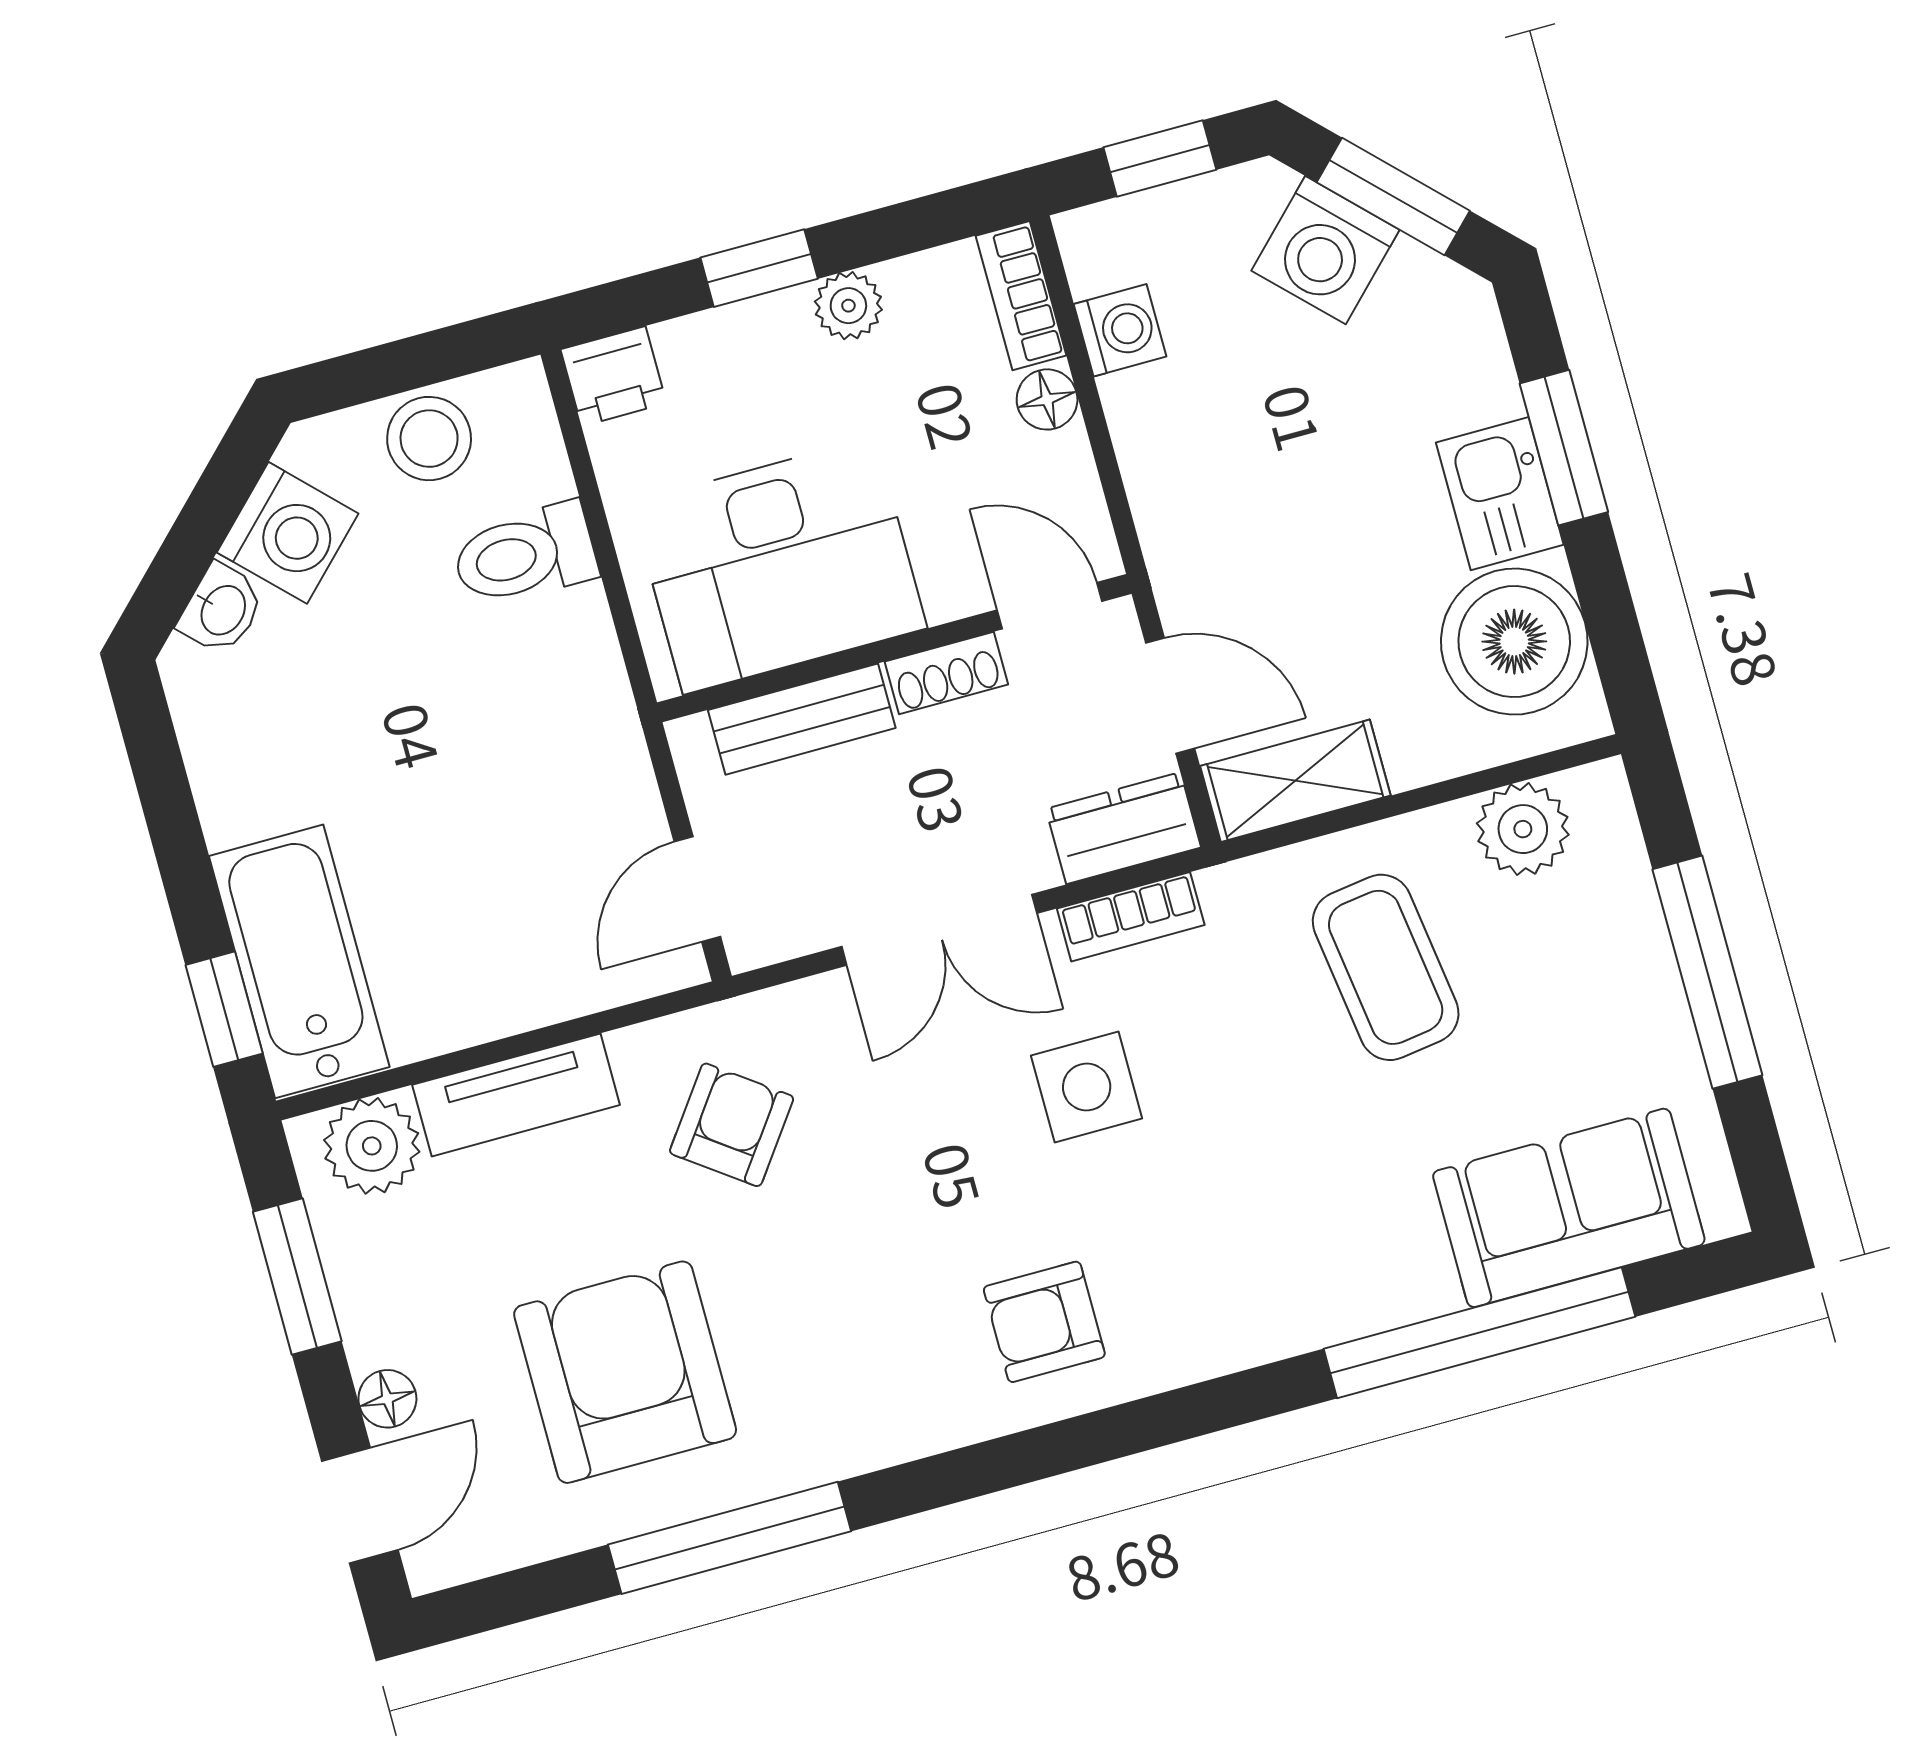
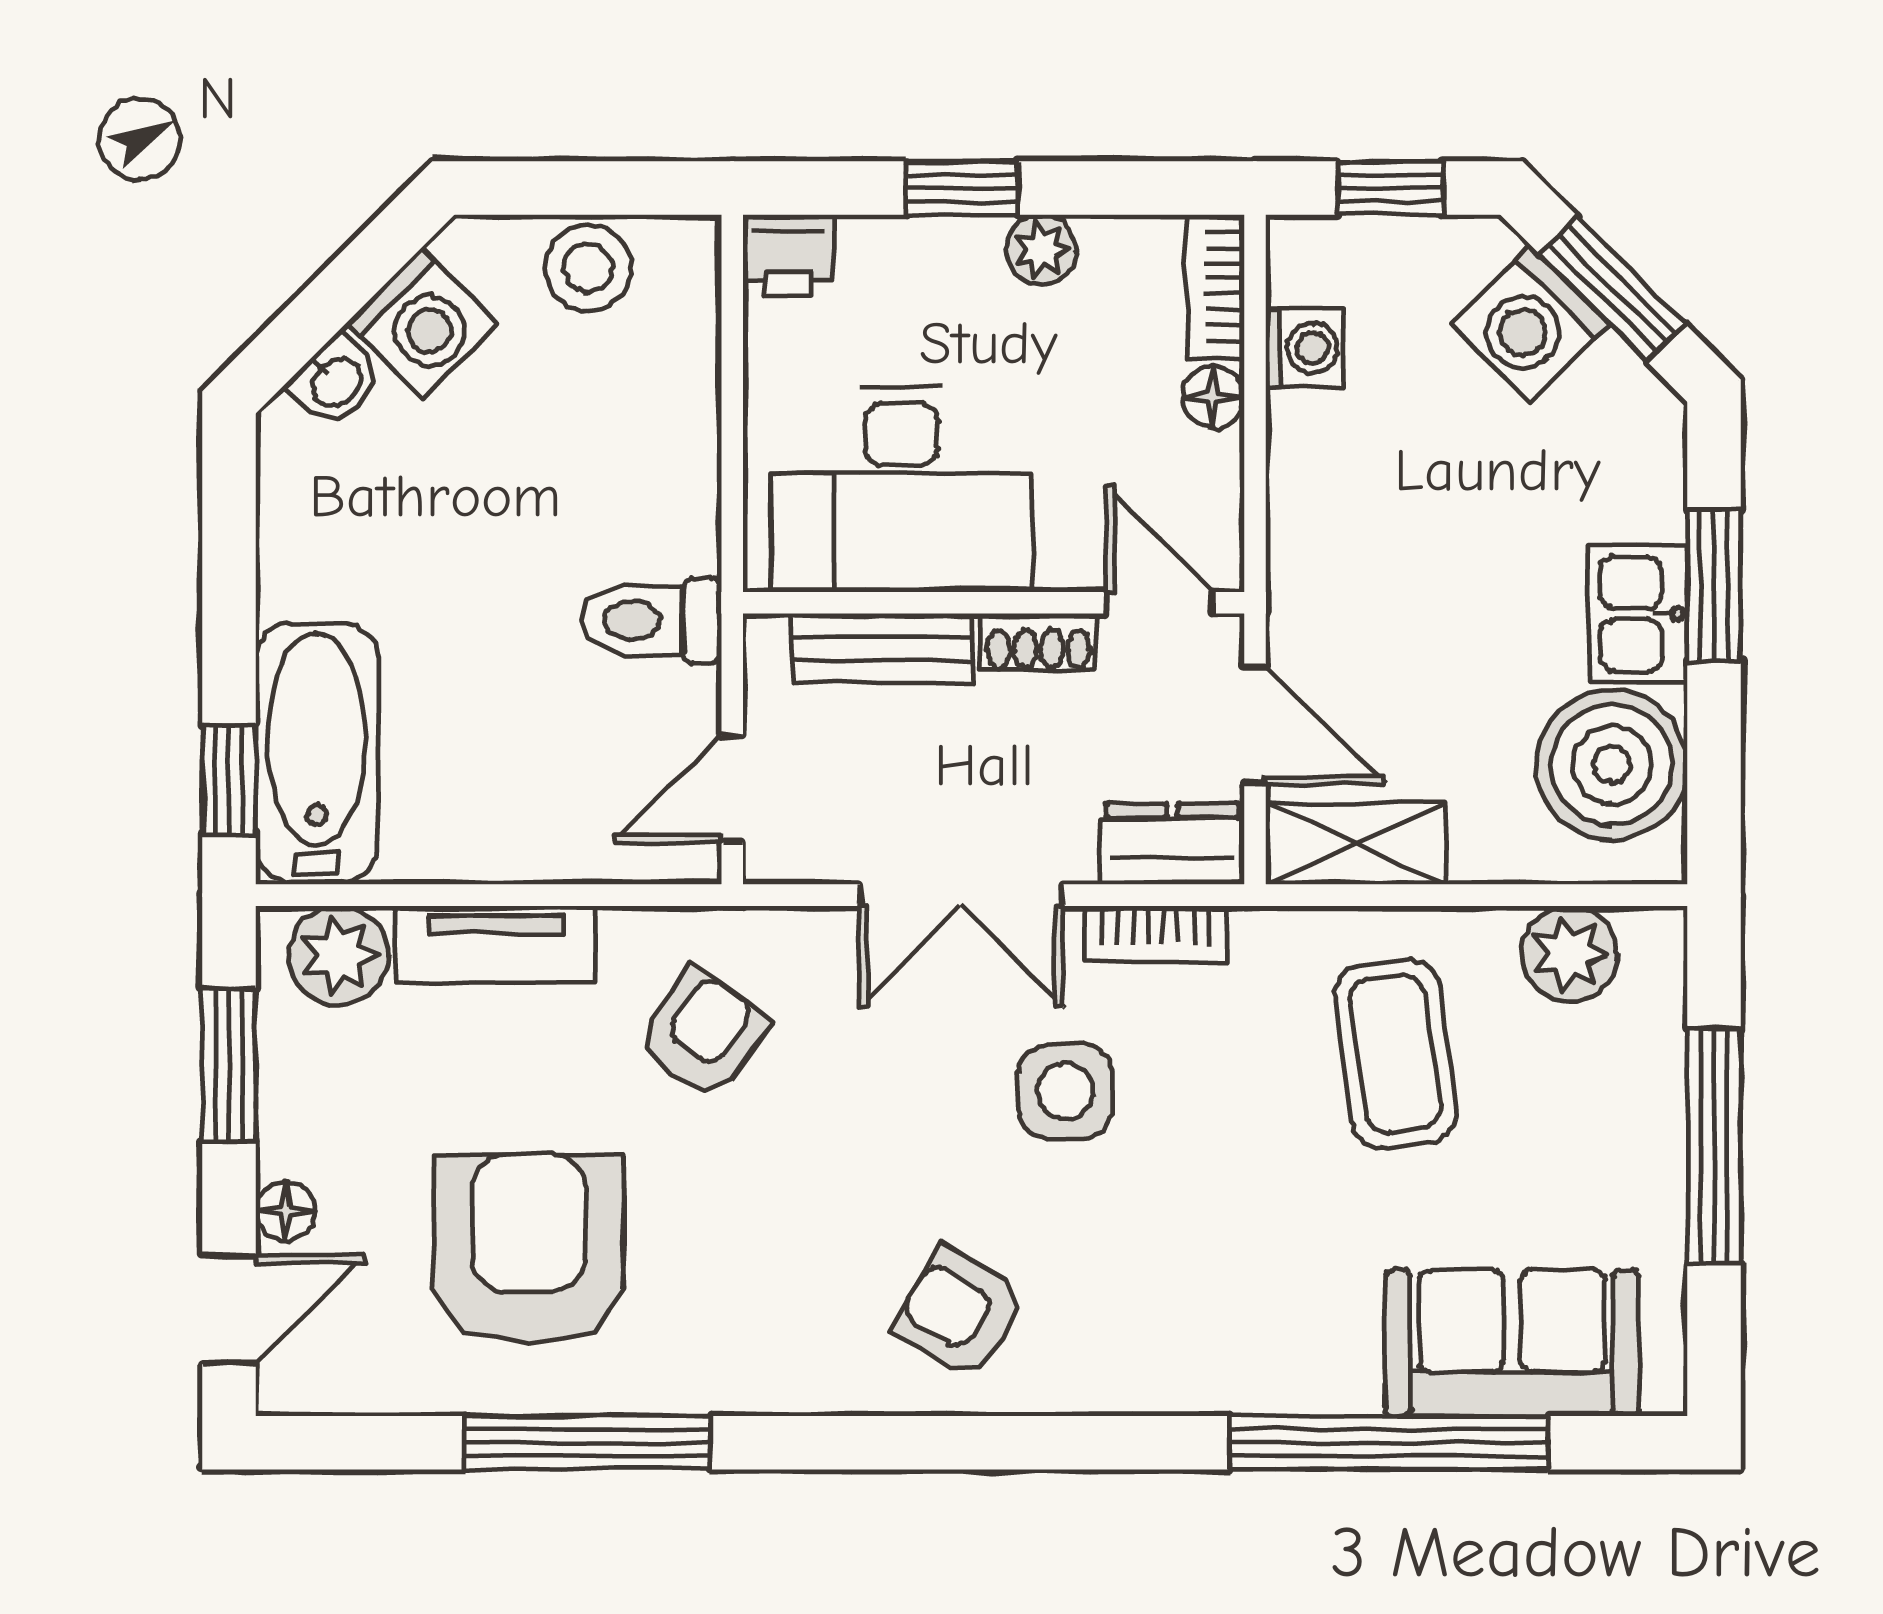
toilet: (525, 555) -> (651, 621), moved
armchair: (1044, 1322) -> (959, 1314), turned 31

